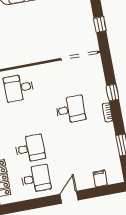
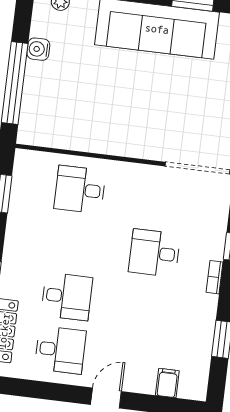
desk: (70, 110) -> (154, 253), turned 180

